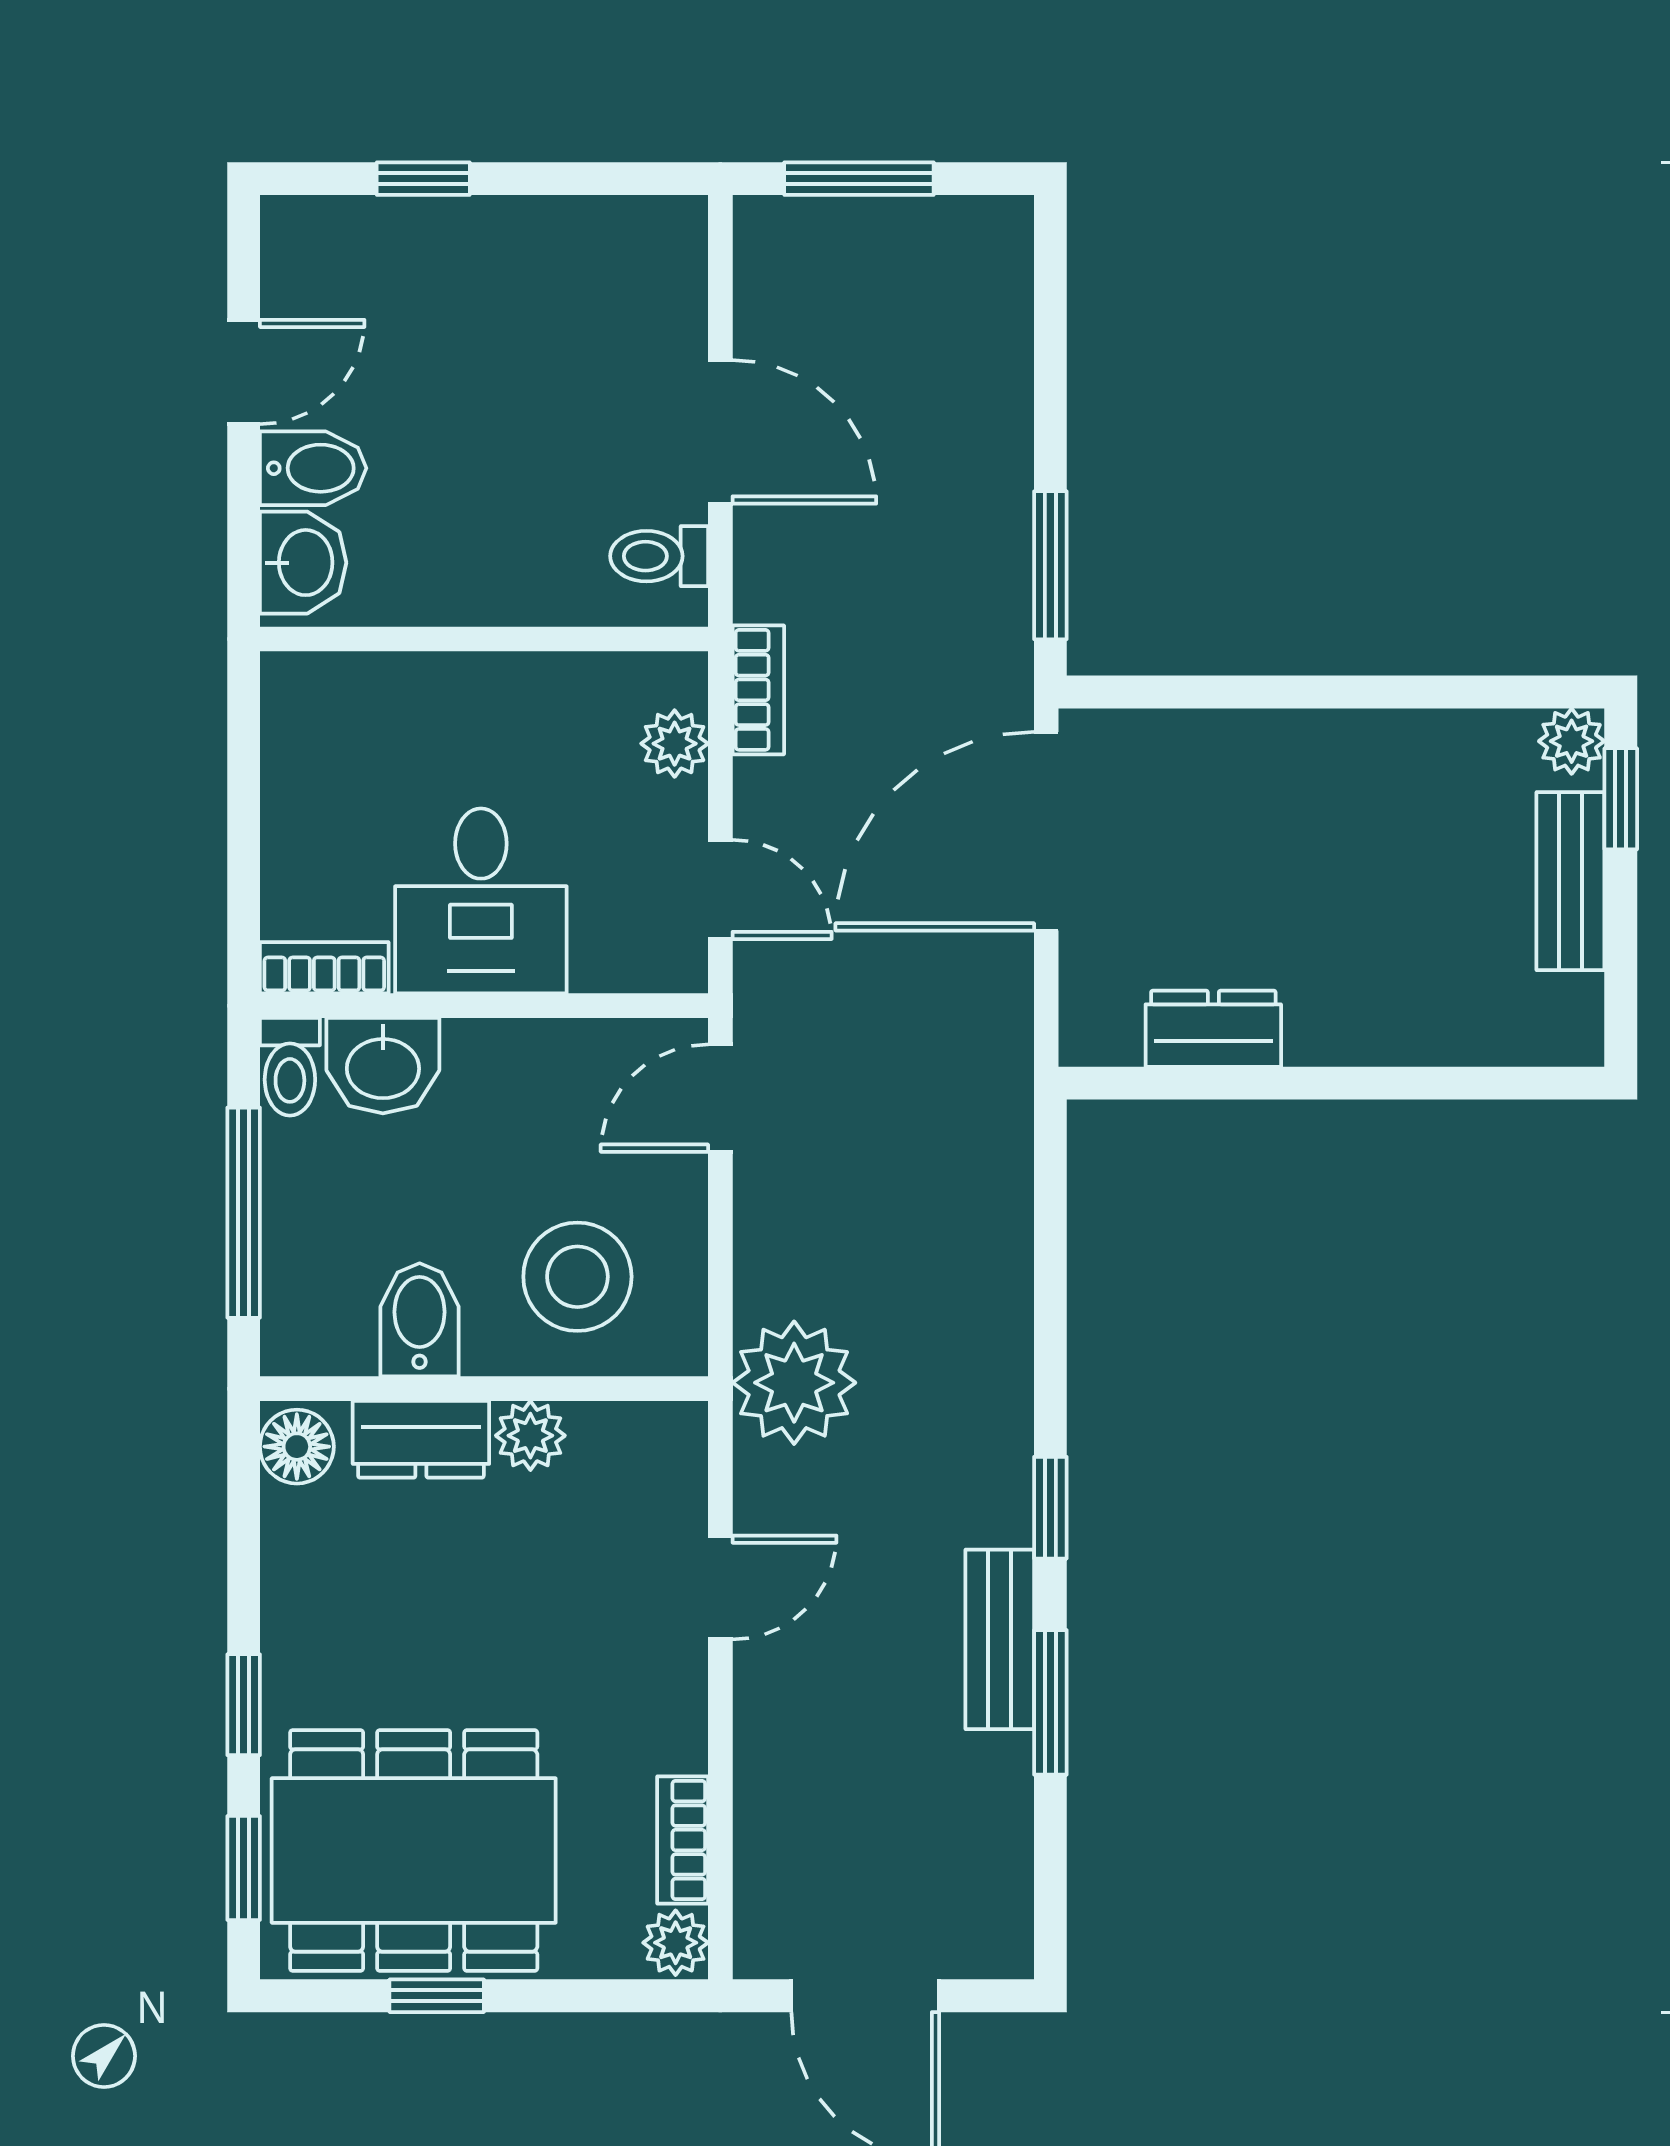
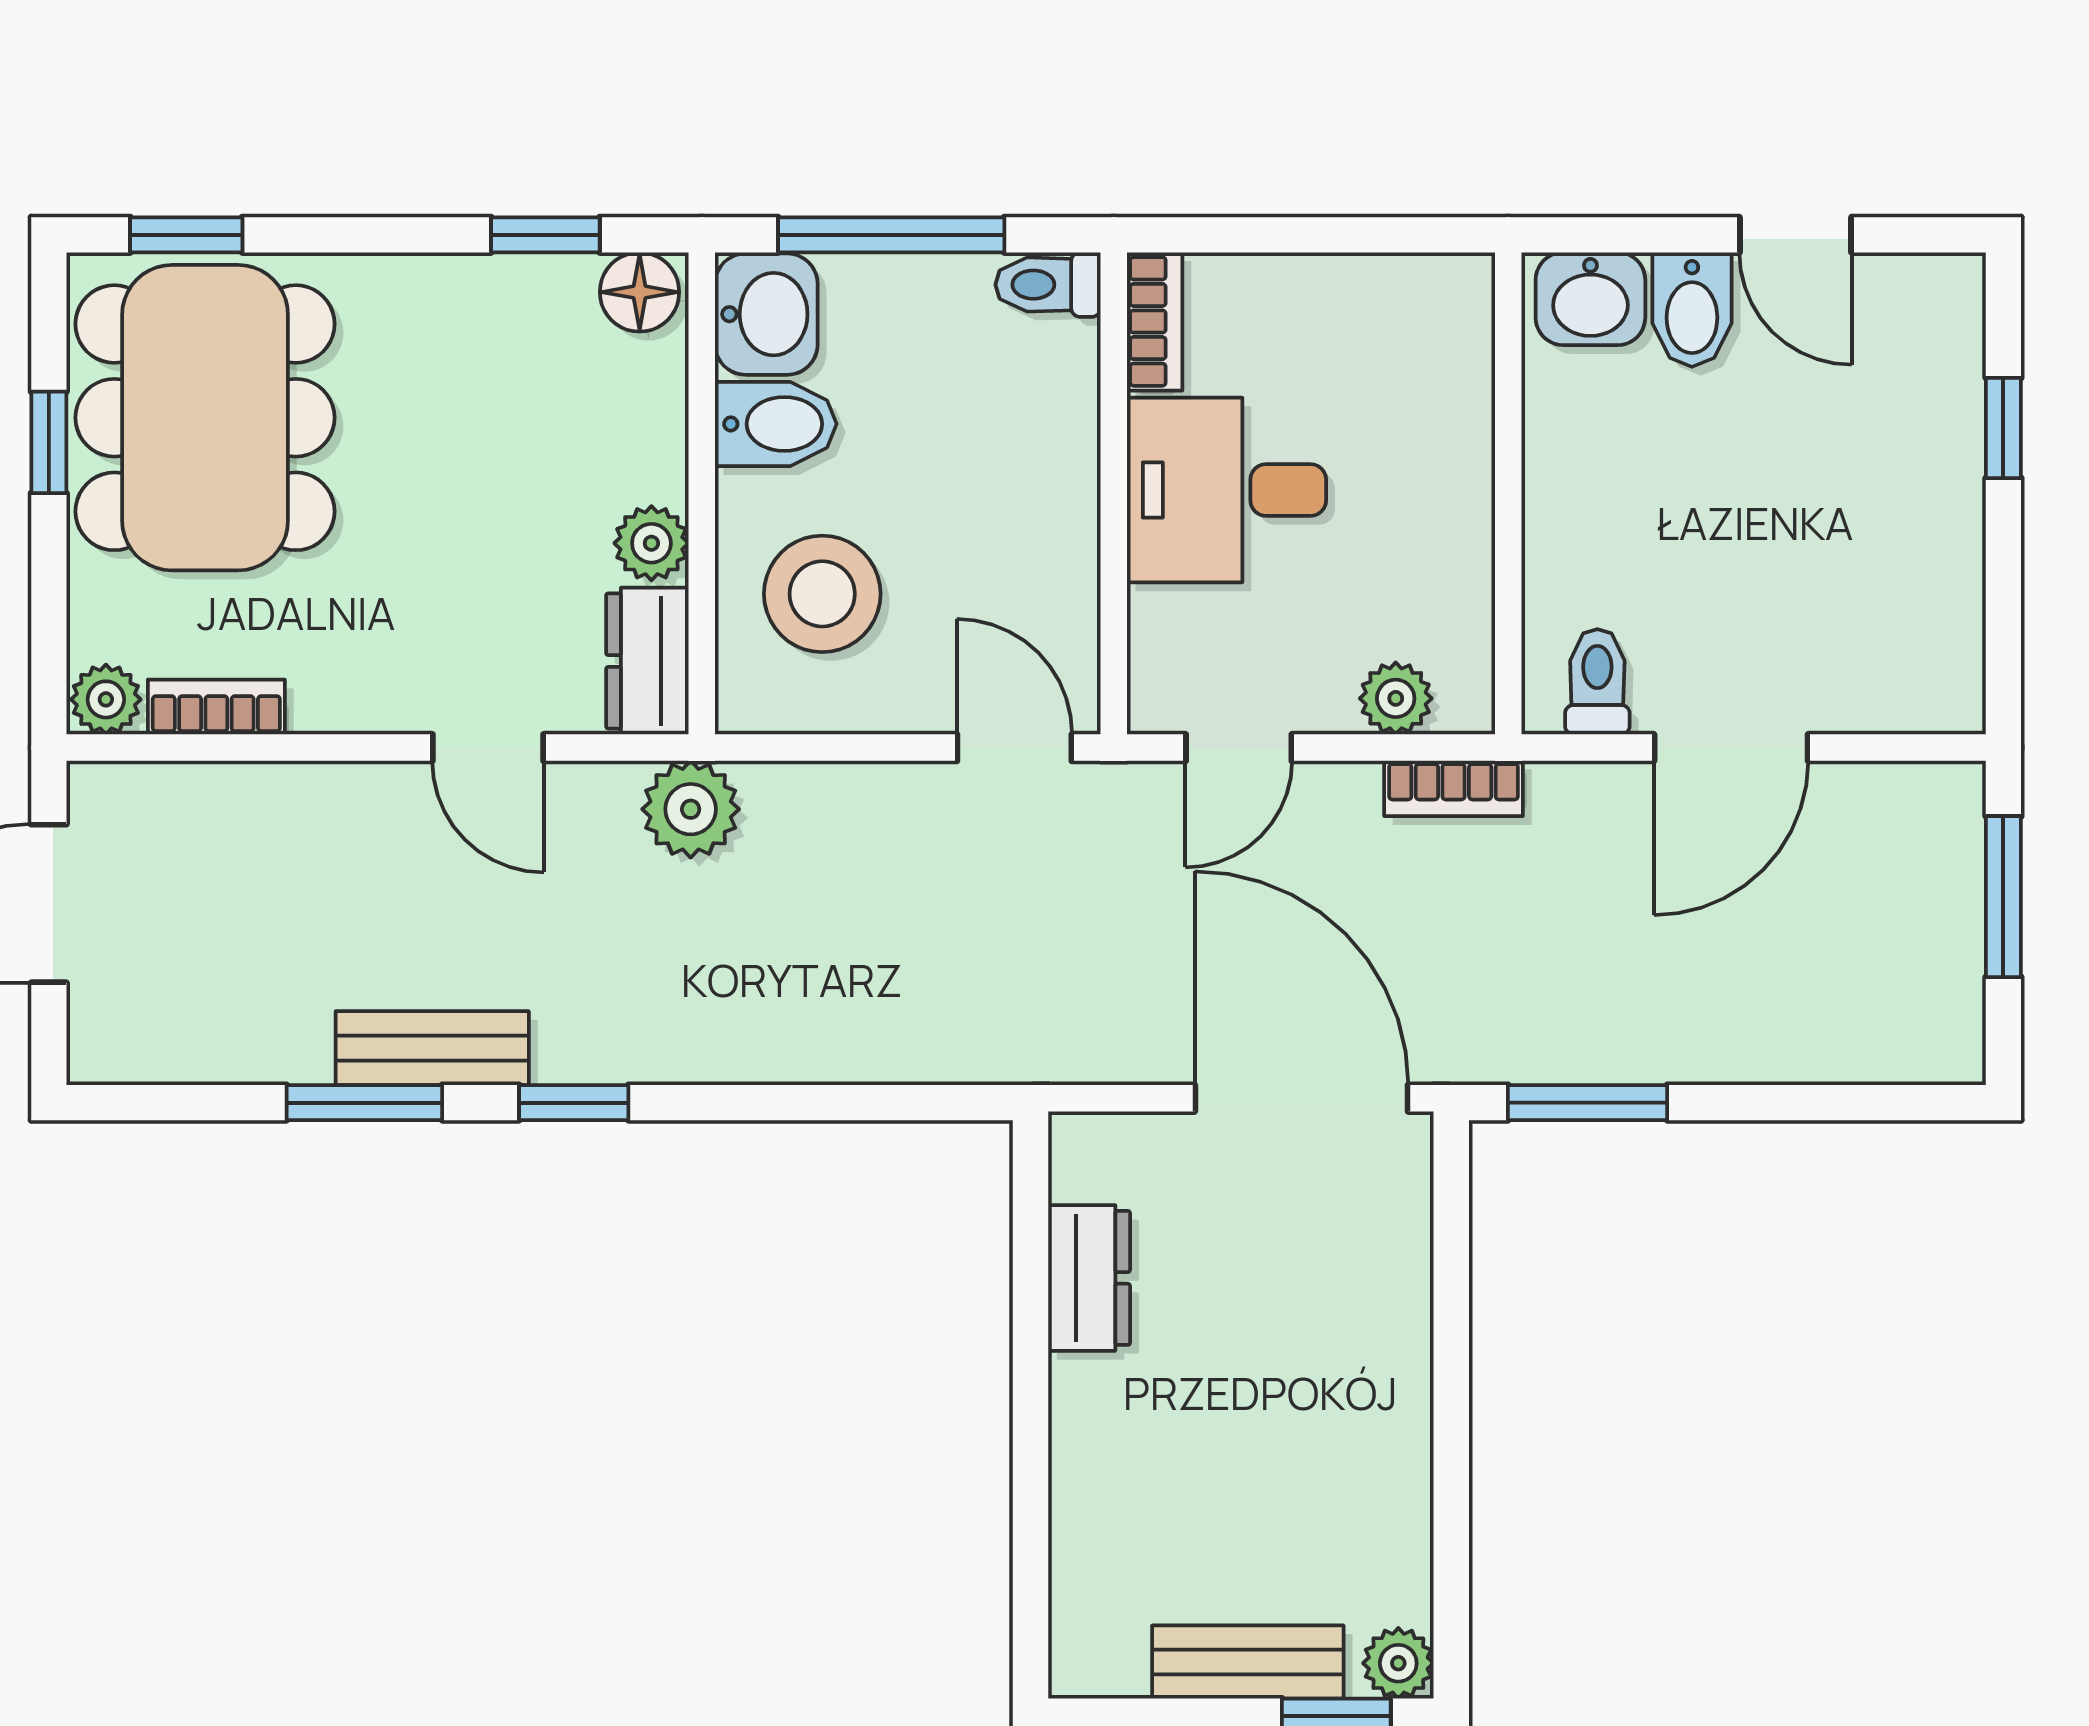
washbasin: (383, 1066) -> (766, 314), moved, turned 180
plant: (794, 1383) -> (691, 809), width x0.73, depth x0.73
dresser: (421, 1439) -> (647, 661), moved
window: (244, 1705) -> (545, 235), moved

